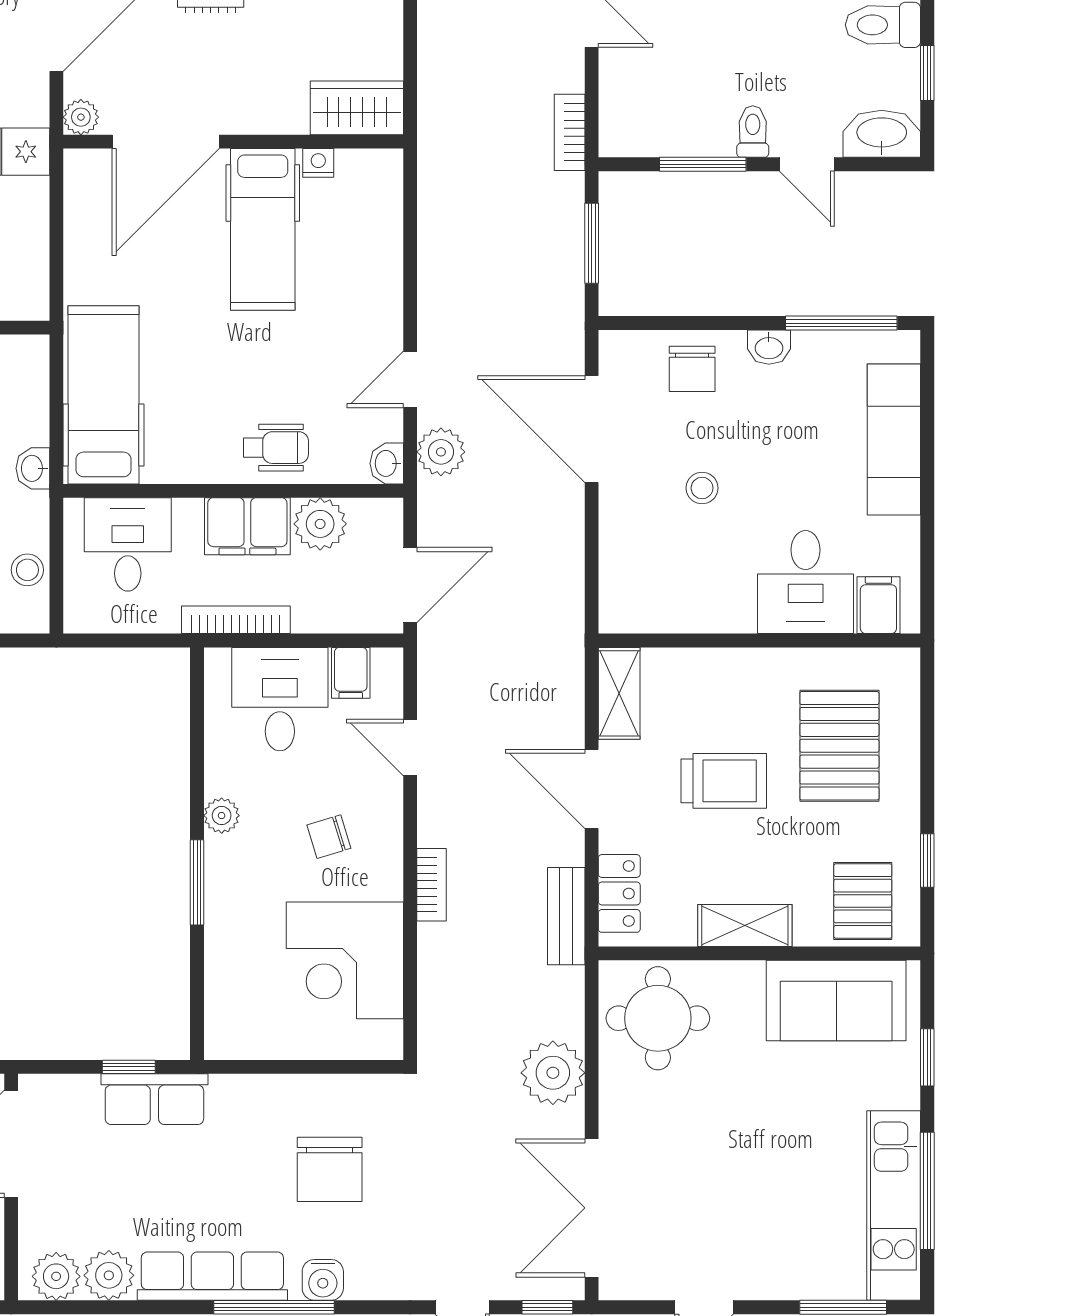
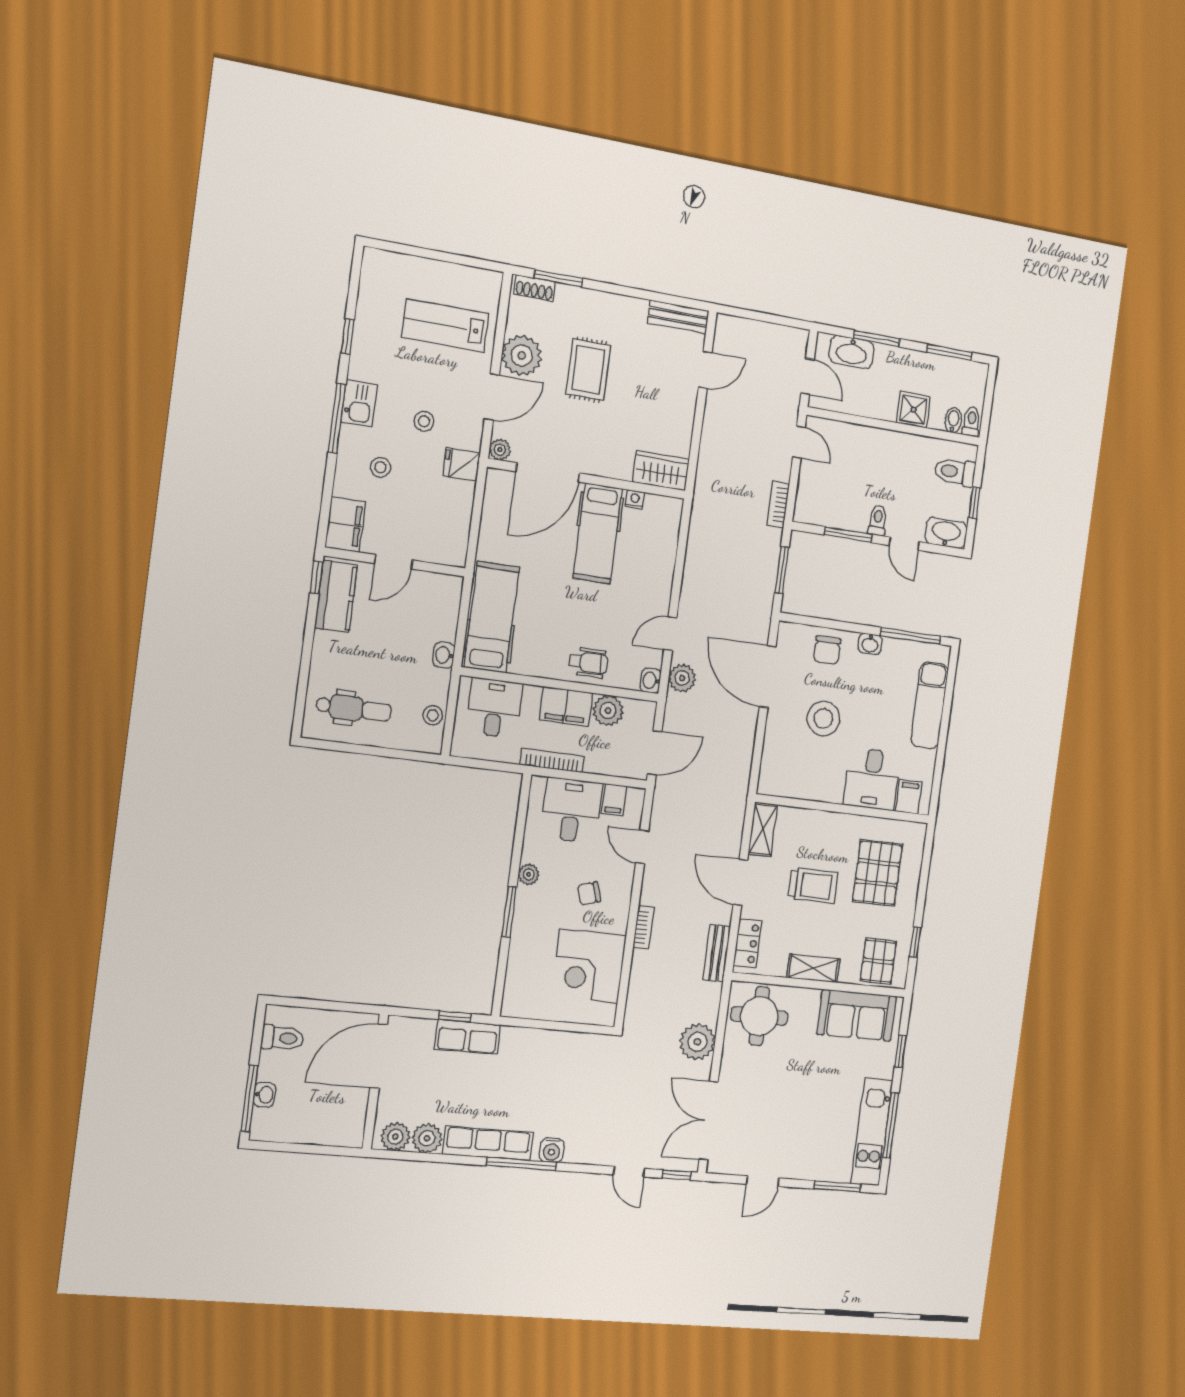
stool: (702, 488) -> (823, 718), width x1.89, depth x1.89
chair: (330, 1169) -> (564, 1087), removed

